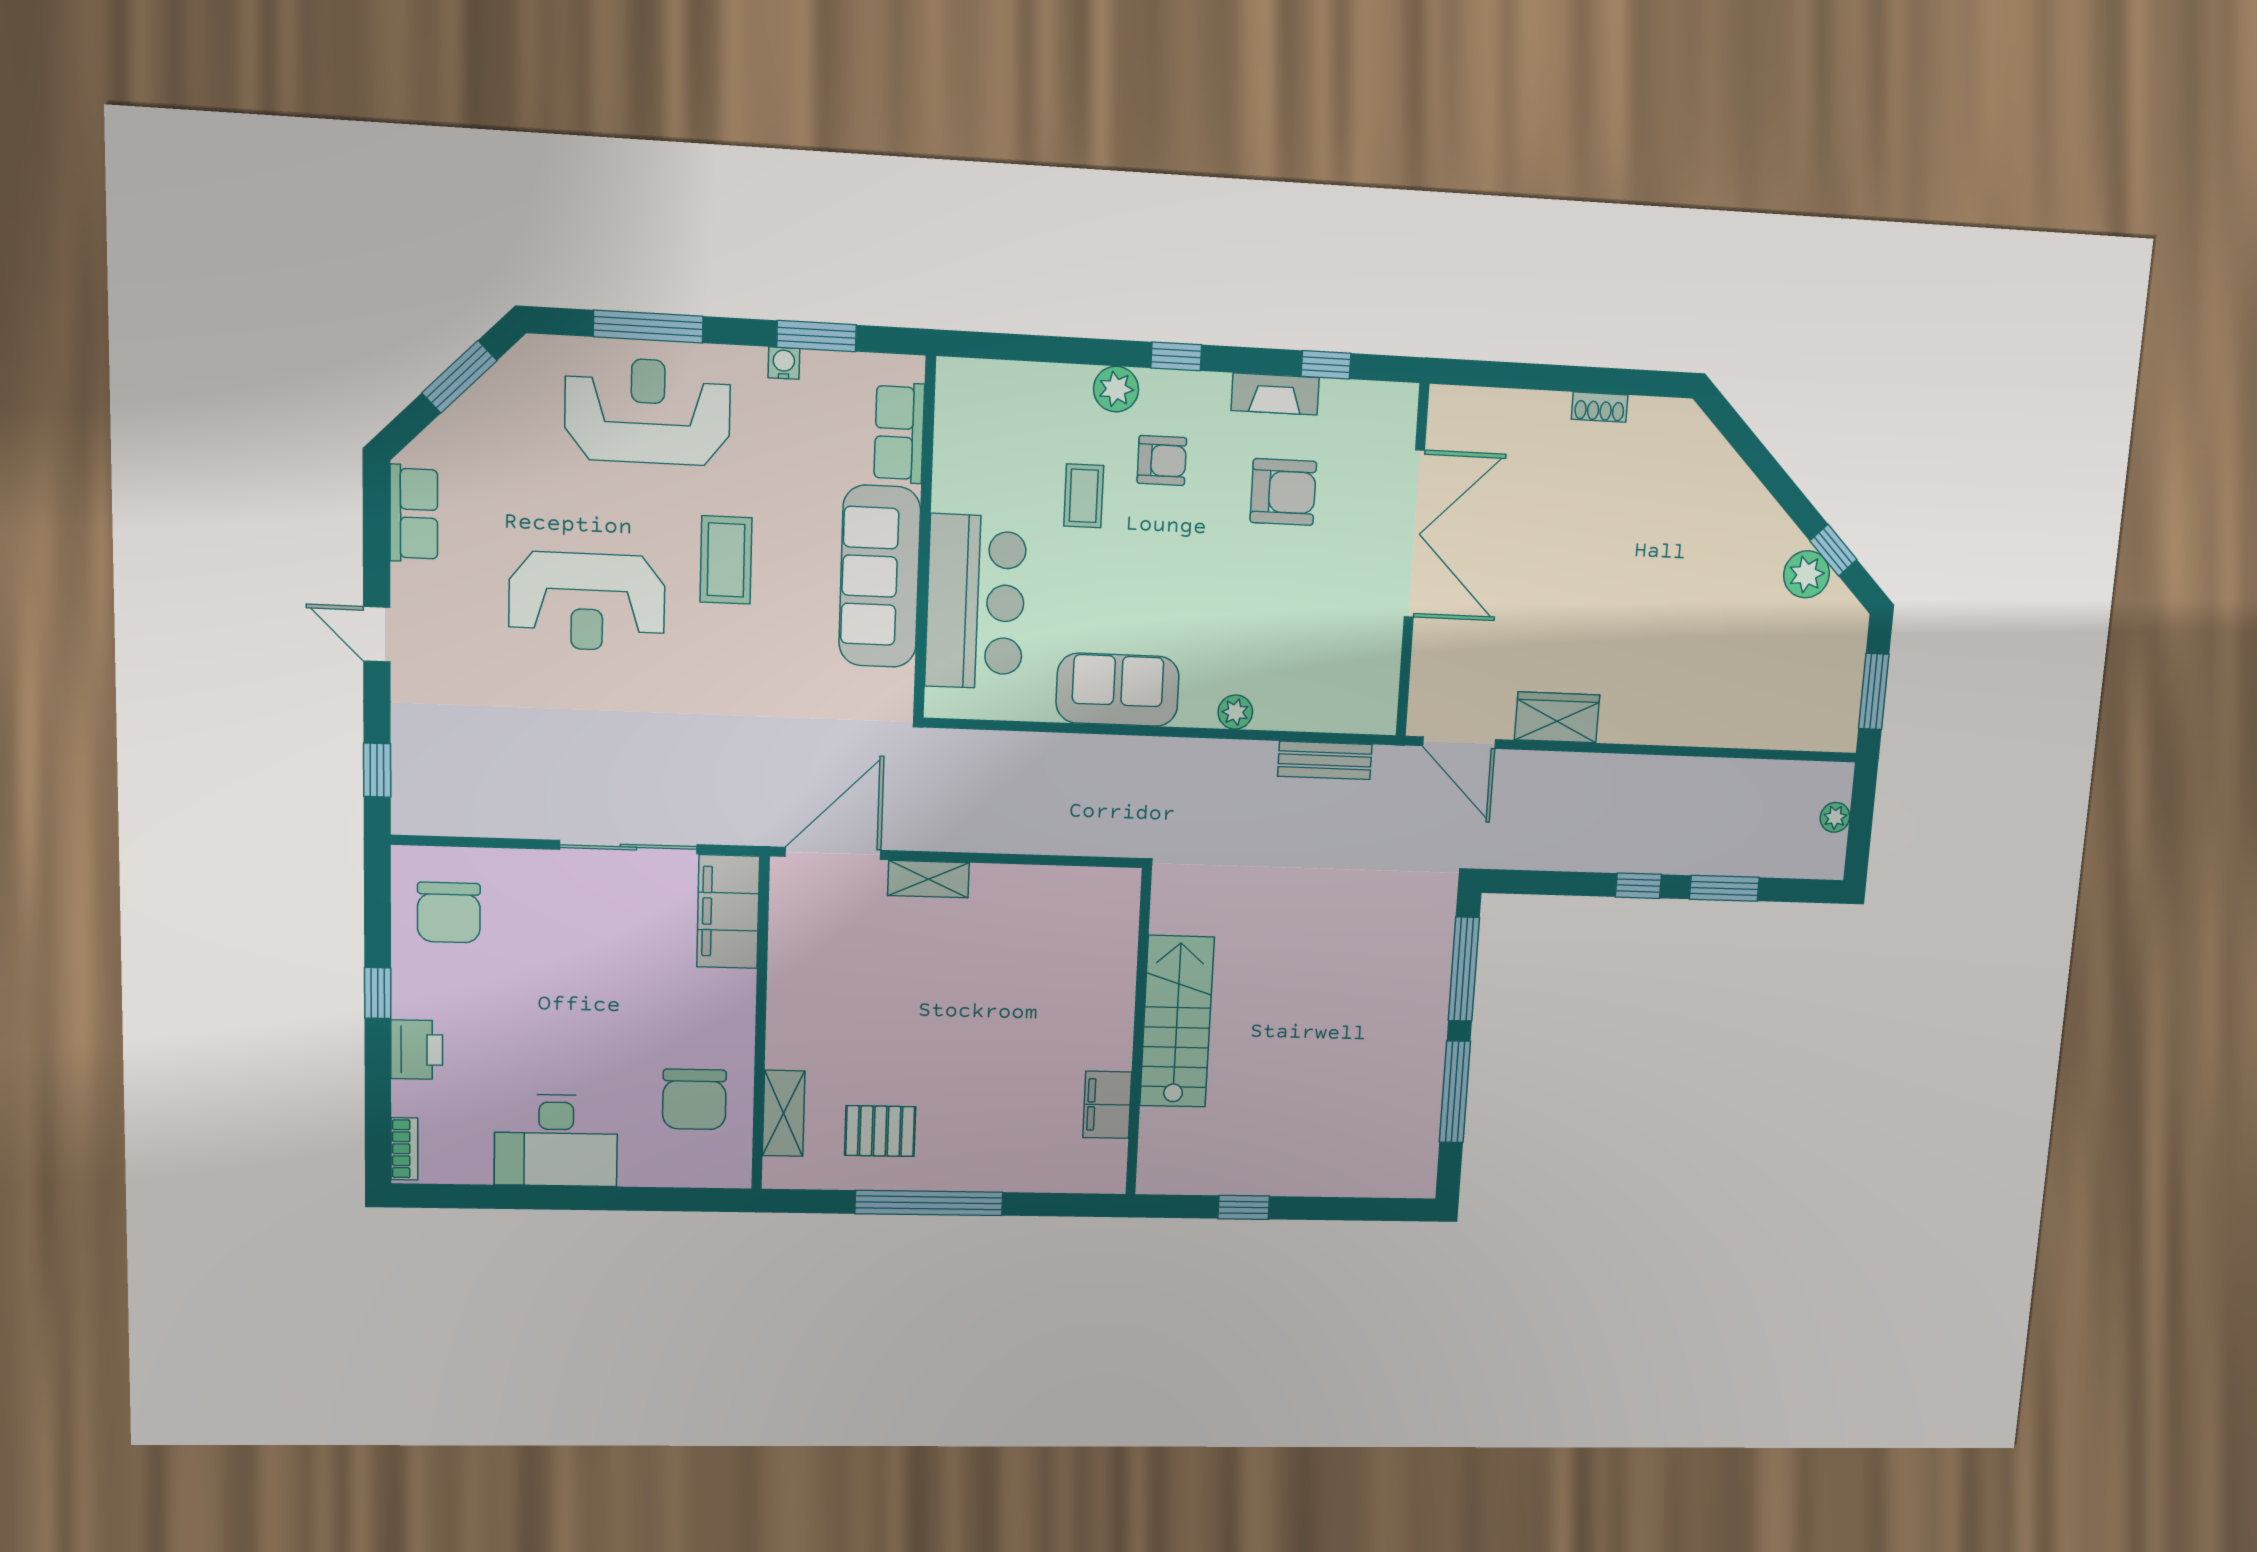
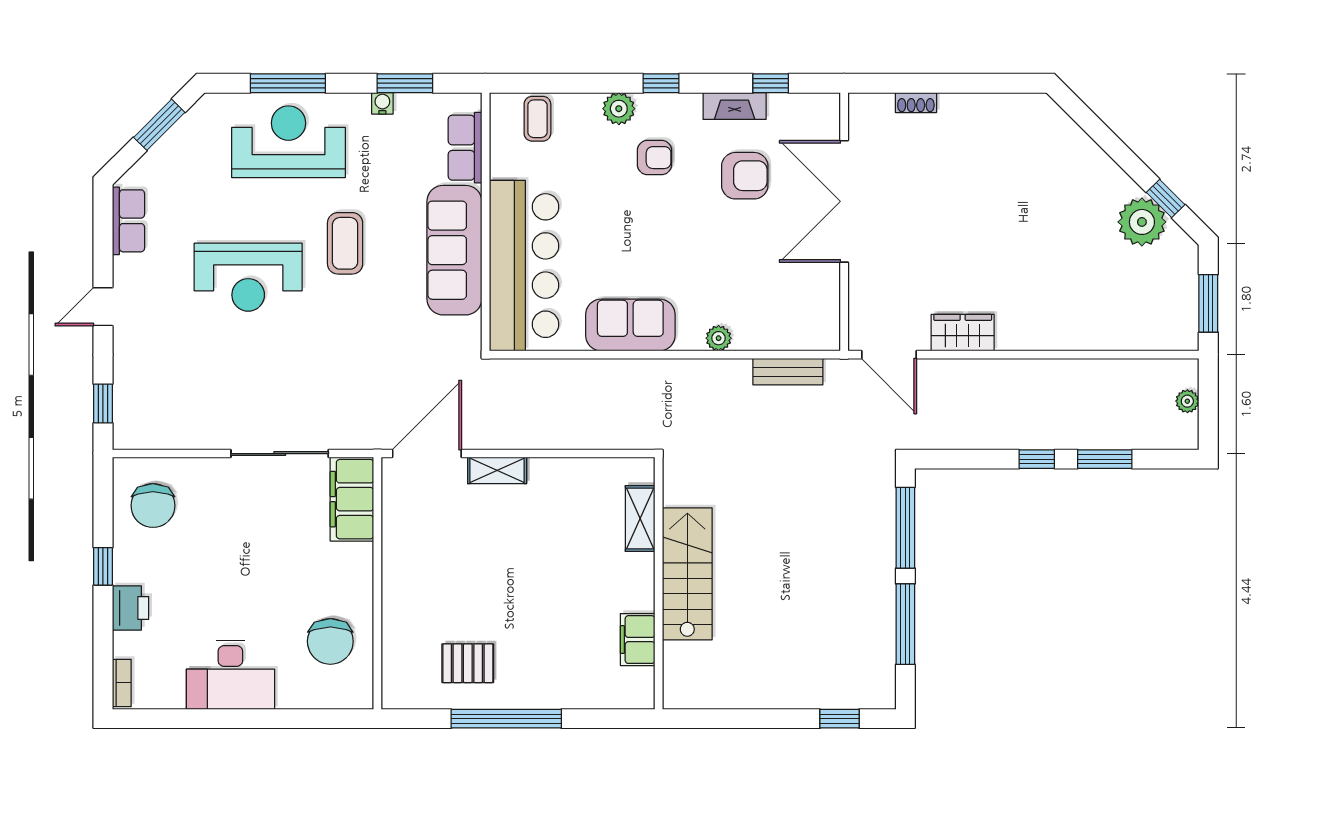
shoe rack: (1600, 407) -> (916, 103), moved
coffee table: (1084, 496) -> (537, 119), moved
double door: (1414, 534) -> (844, 201), swing flipped
plant: (1806, 574) -> (1142, 222), width x1.36, depth x1.36
bar counter: (976, 602) -> (524, 266), width x1.36
door: (377, 634) -> (103, 307), hinge flipped
shelving: (784, 1113) -> (640, 518), moved
window: (1244, 1207) -> (840, 719), moved

